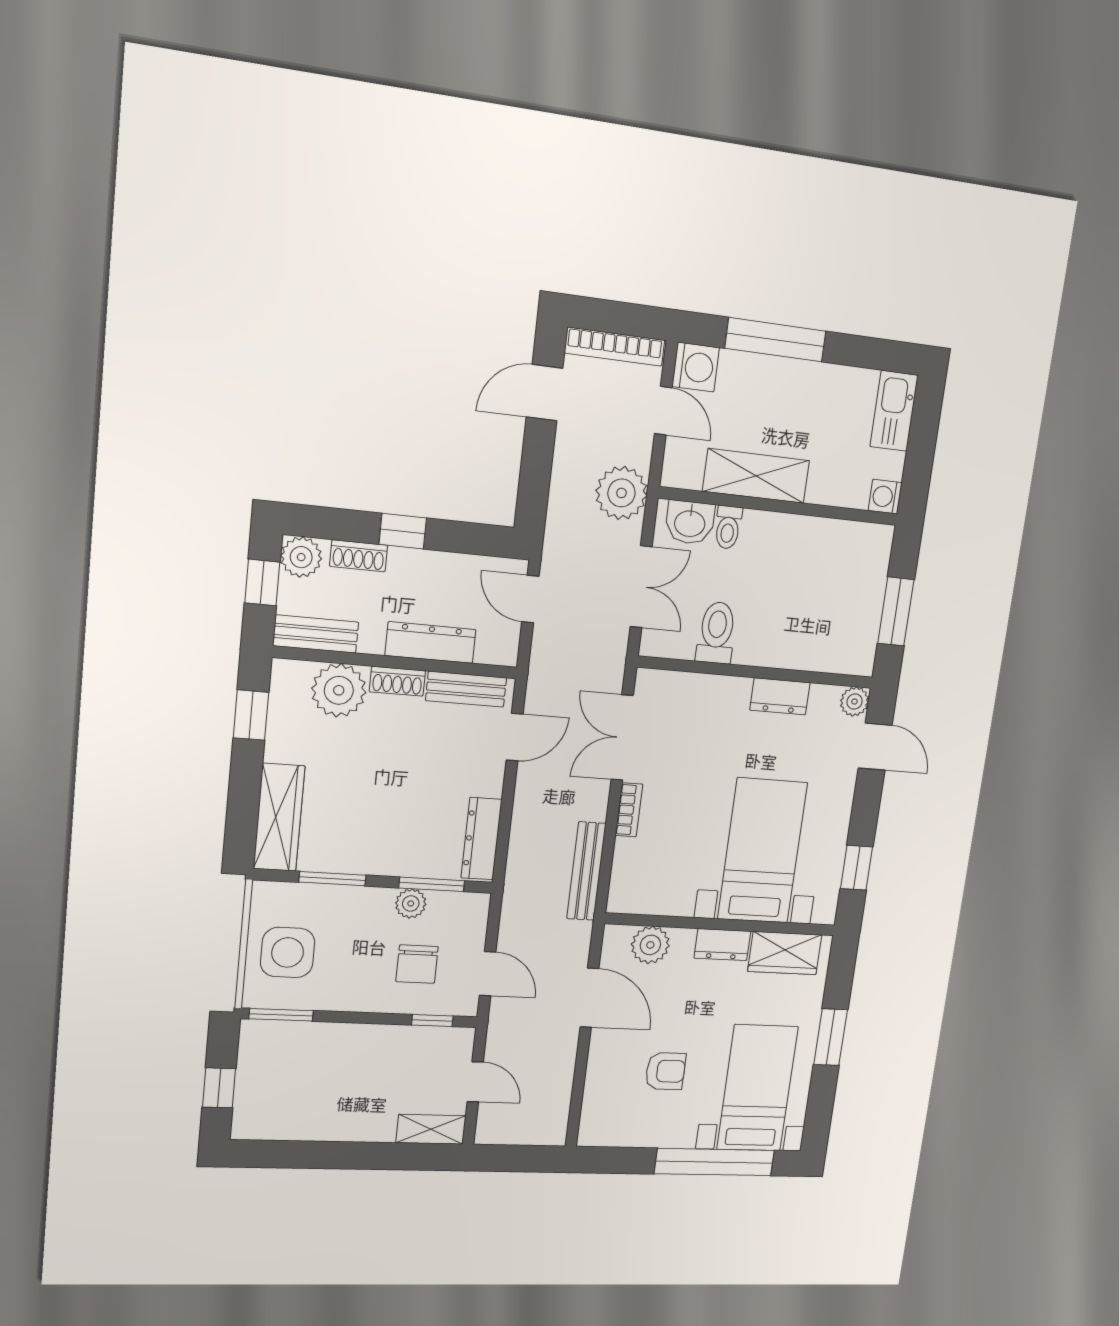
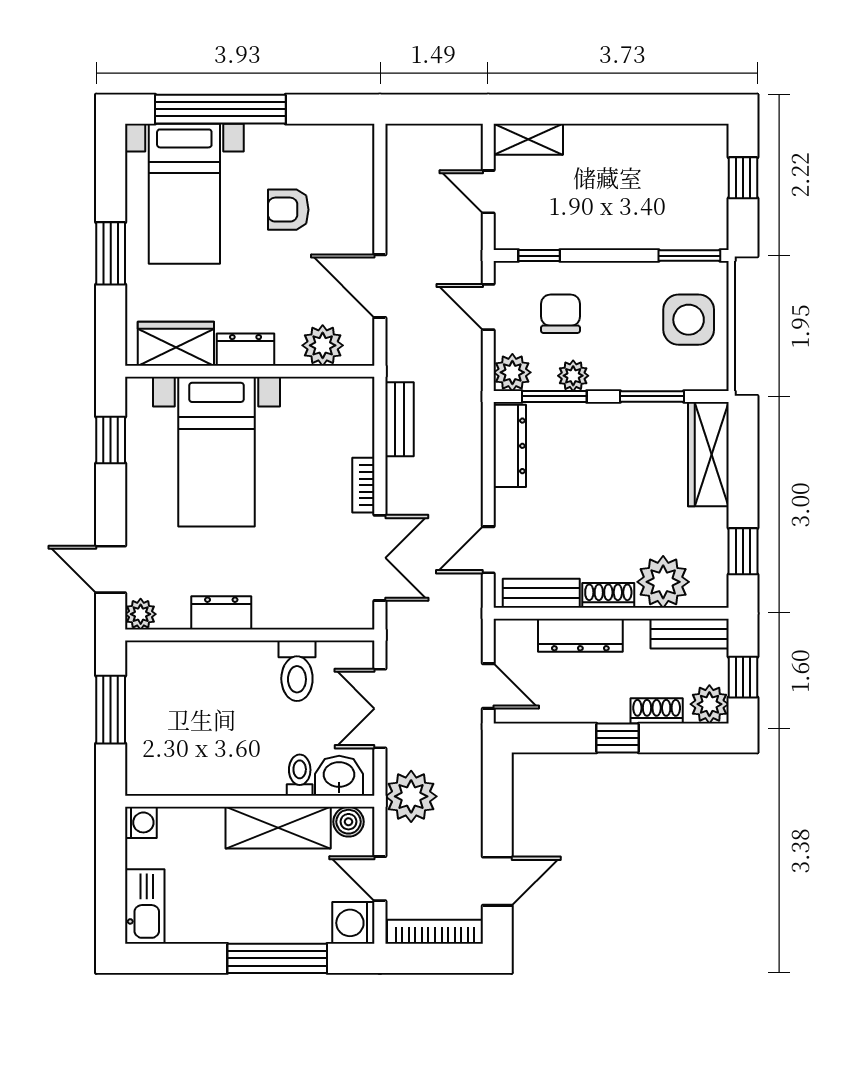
boiler: (687, 474) -> (348, 822), added
bench: (586, 871) -> (399, 419), width x0.73
plant: (471, 910) -> (512, 372), added

